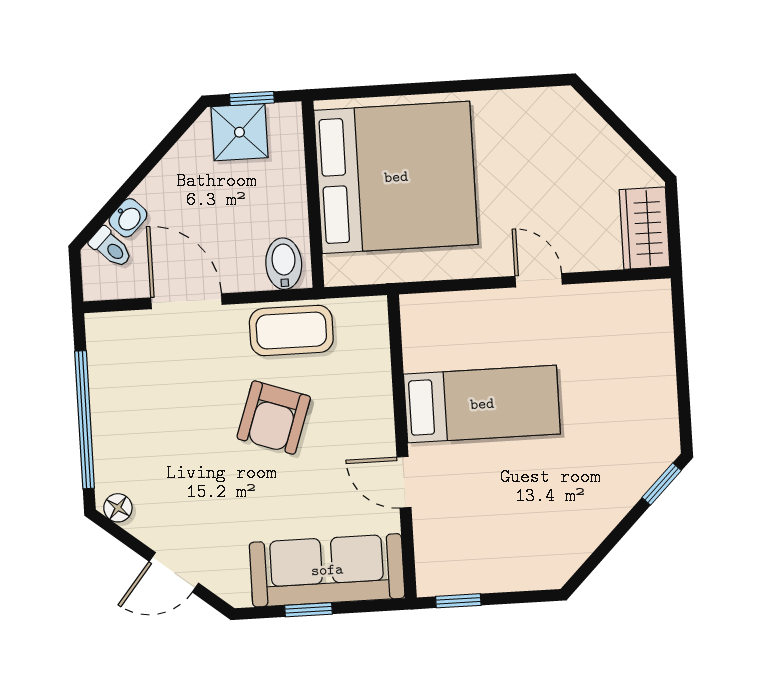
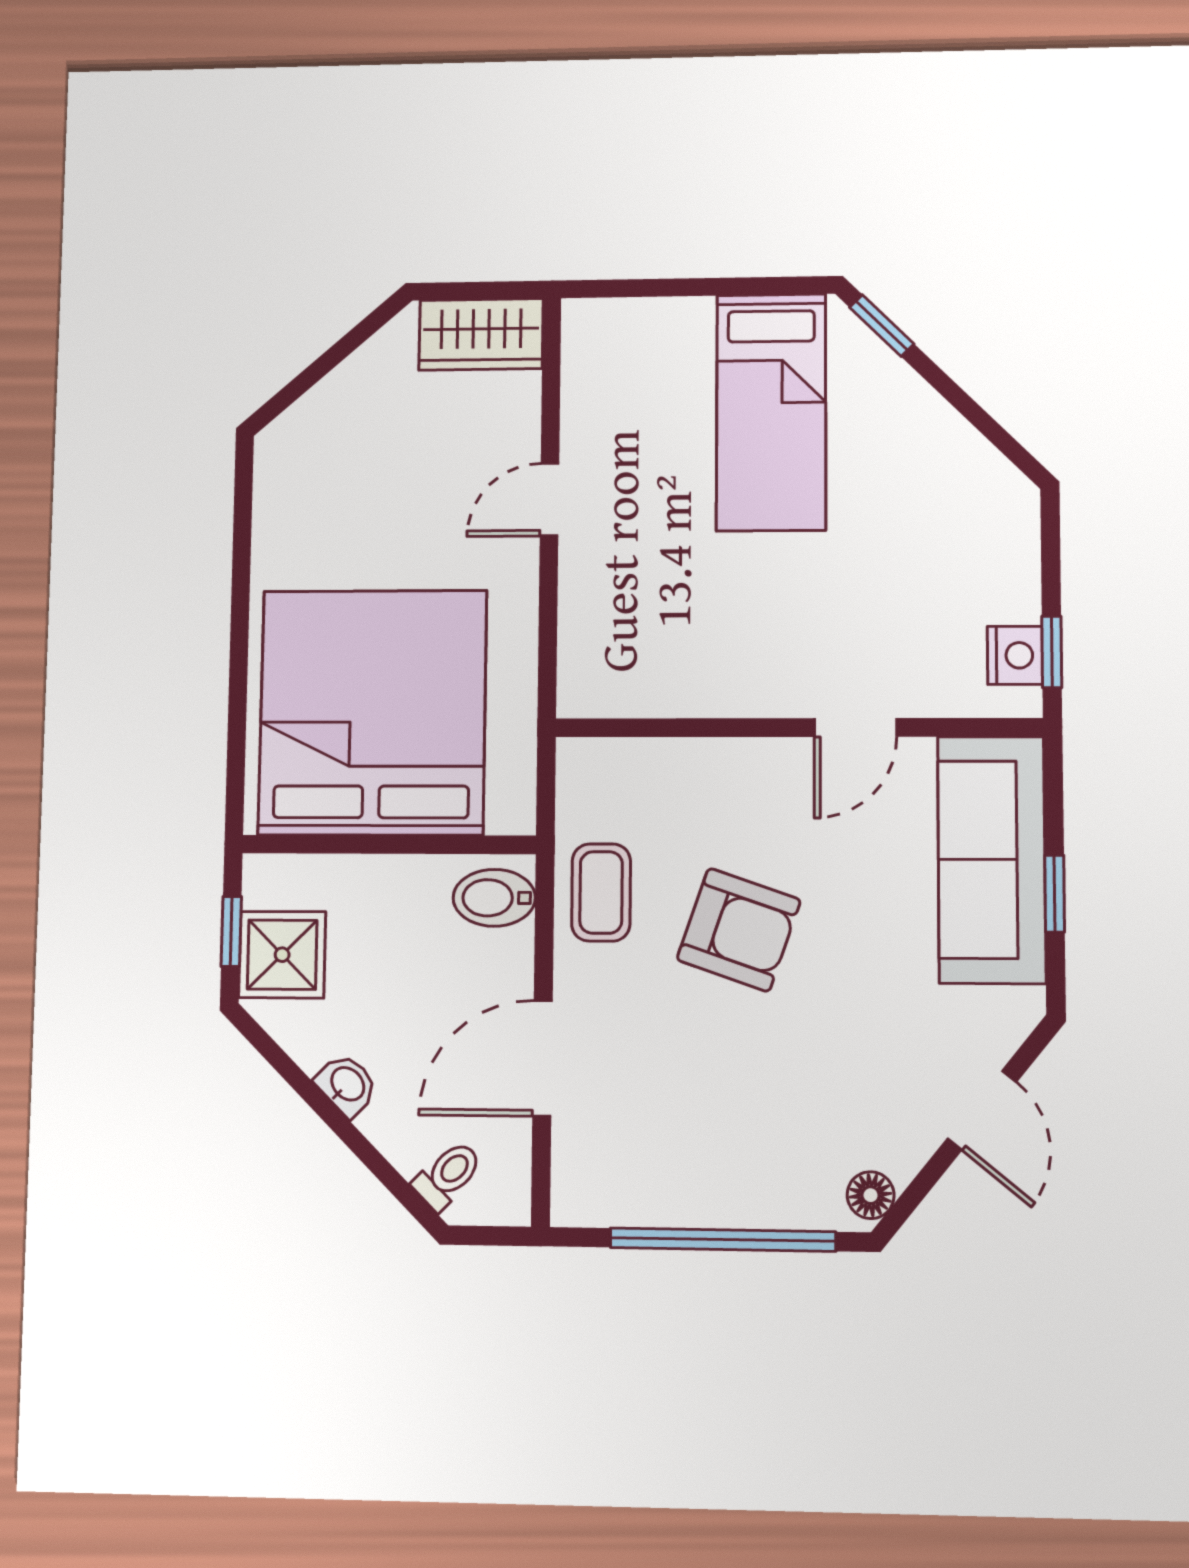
washbasin: (128, 218) -> (347, 1085), moved
coffee table: (291, 330) -> (601, 892), width x0.73, depth x0.77
bed: (482, 404) -> (771, 412), moved, turned 180
nightstand: (455, 578) -> (1015, 655), added

